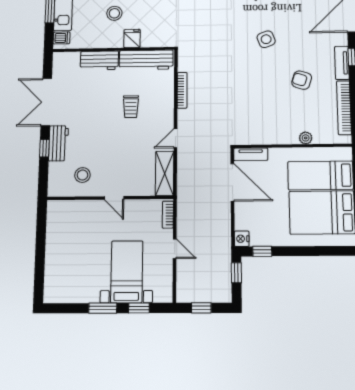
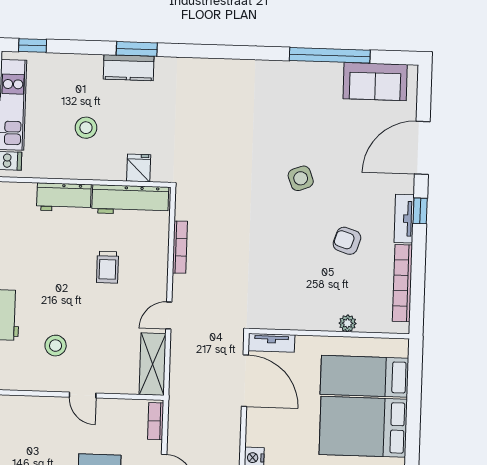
fridge: (132, 38) -> (139, 168), moved
stool: (82, 175) -> (56, 346), moved

